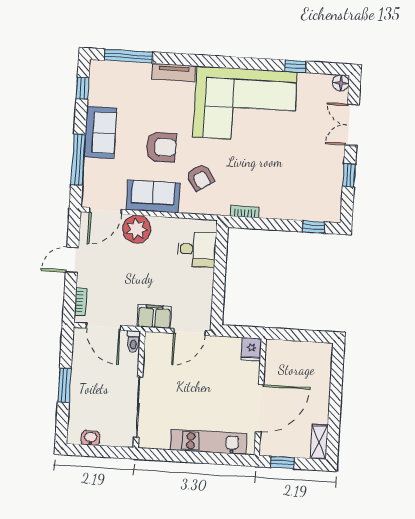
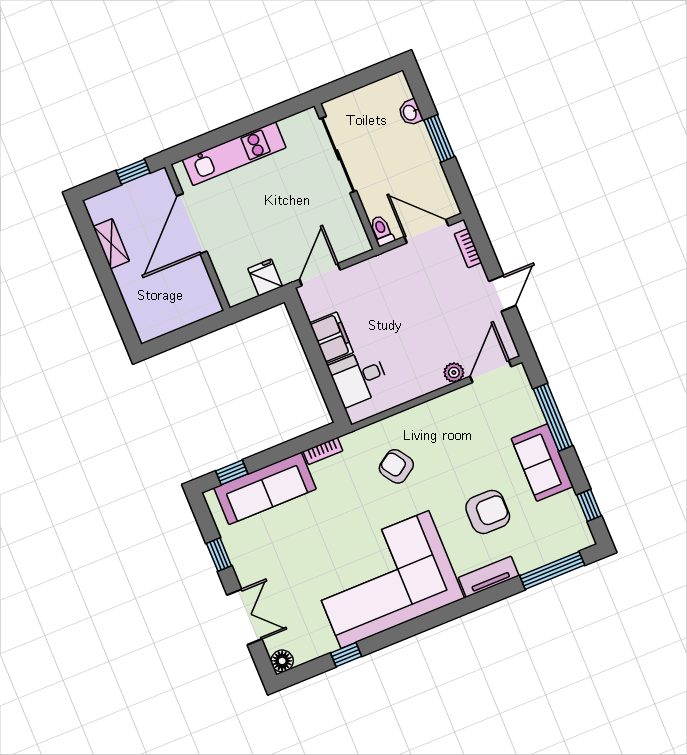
armchair: (161, 147) -> (488, 512), moved, turned 180
sofa: (153, 196) -> (265, 488), moved, width x1.36
plant: (137, 229) -> (454, 373), width x0.53, depth x0.53
filing cabinet: (154, 316) -> (331, 338), moved, turned -90
fridge: (251, 349) -> (265, 277), moved
washbasin: (91, 438) -> (410, 113), moved, turned 90
shelving: (319, 442) -> (111, 244), moved

